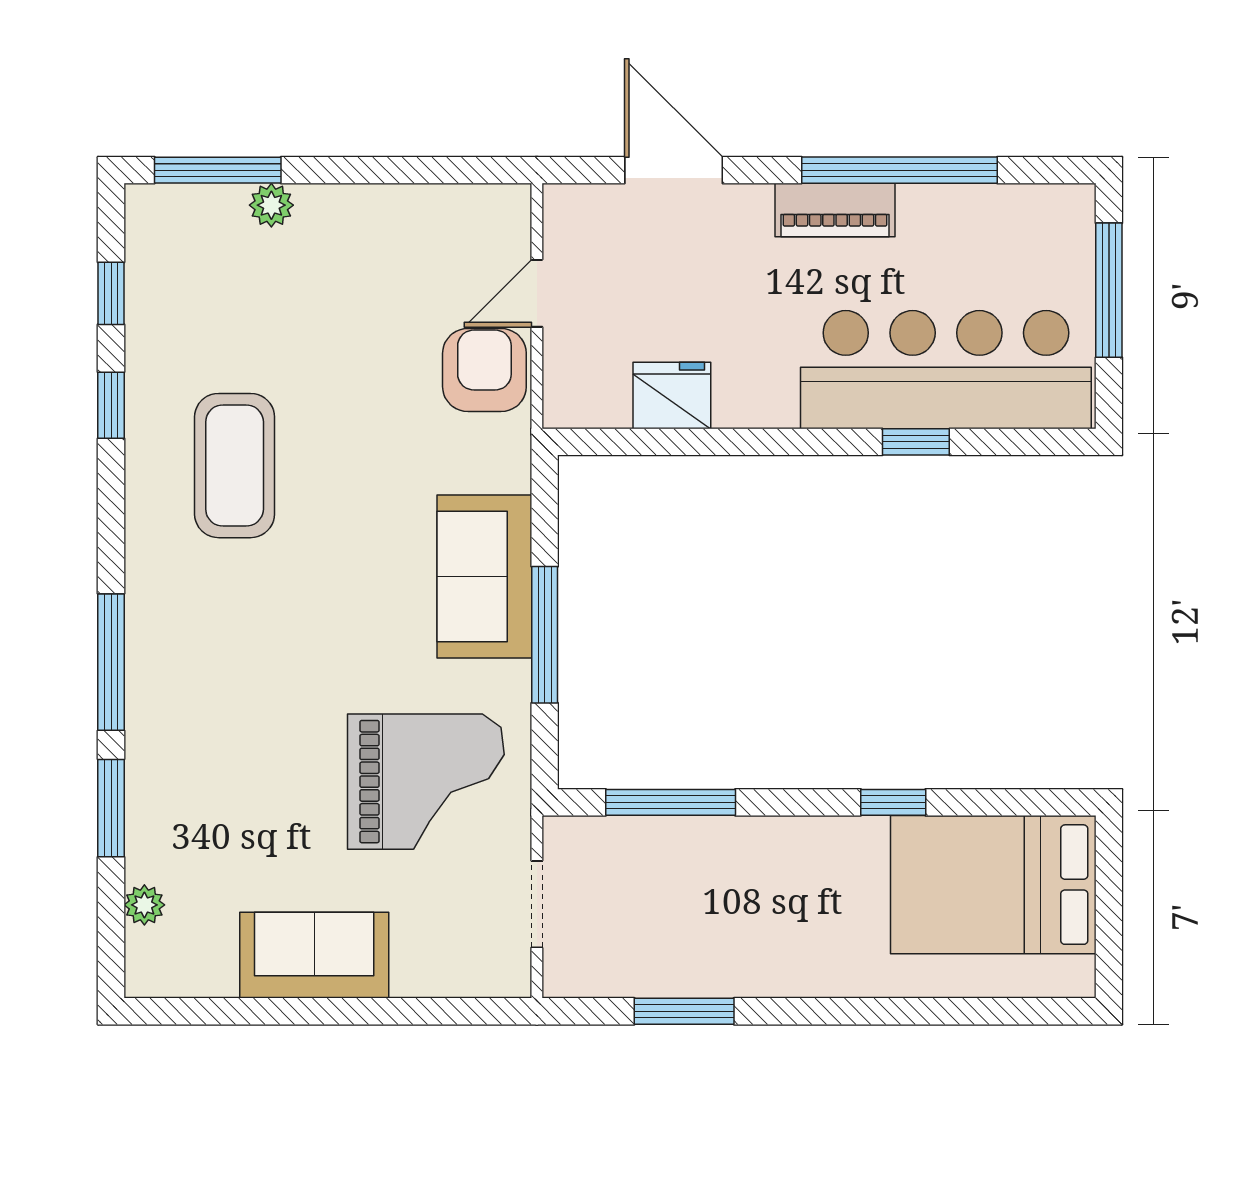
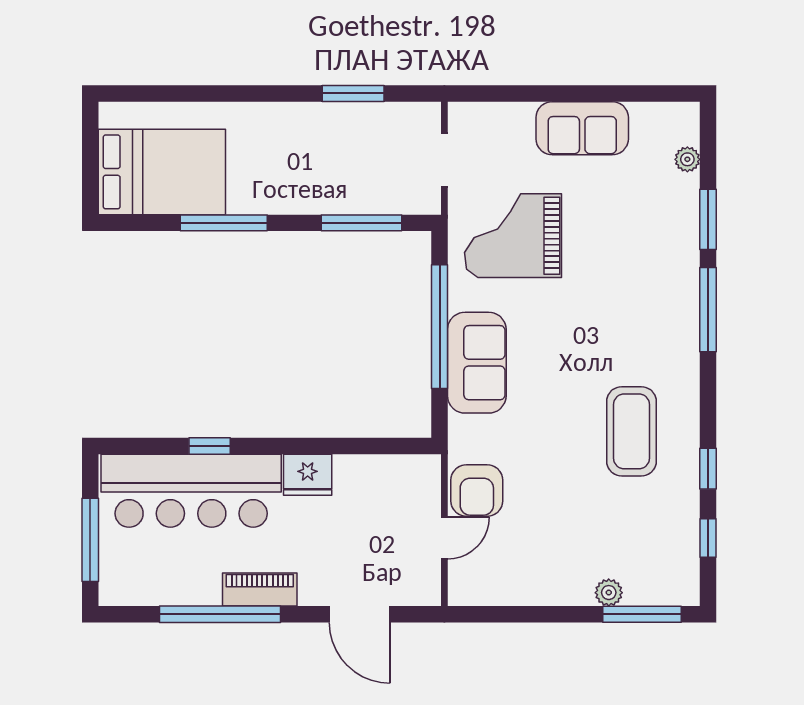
fridge: (672, 395) -> (308, 475), moved
window: (545, 635) -> (440, 327), width x1.46
window: (893, 802) -> (224, 223), width x2.17

